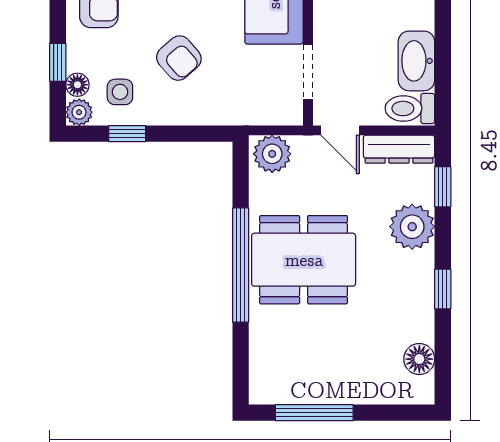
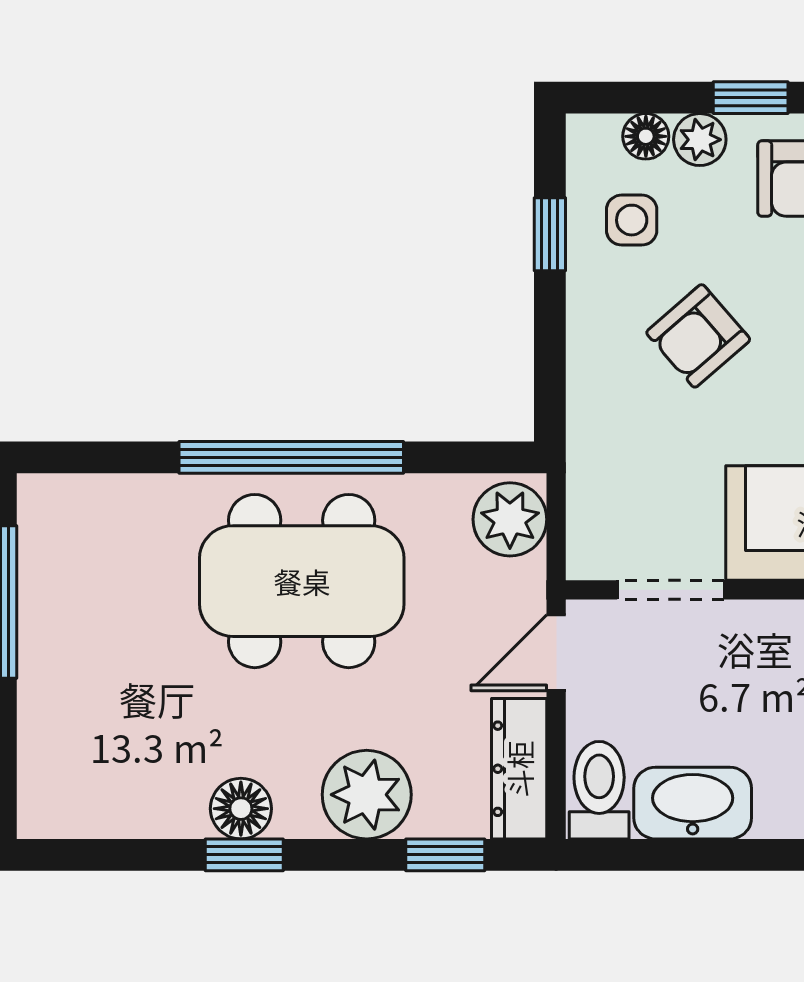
window: (58, 62) -> (751, 98), moved
plant: (79, 112) -> (700, 140), moved
dining table: (304, 260) -> (302, 581), turned 90
floor lamp: (419, 359) -> (241, 809), moved

